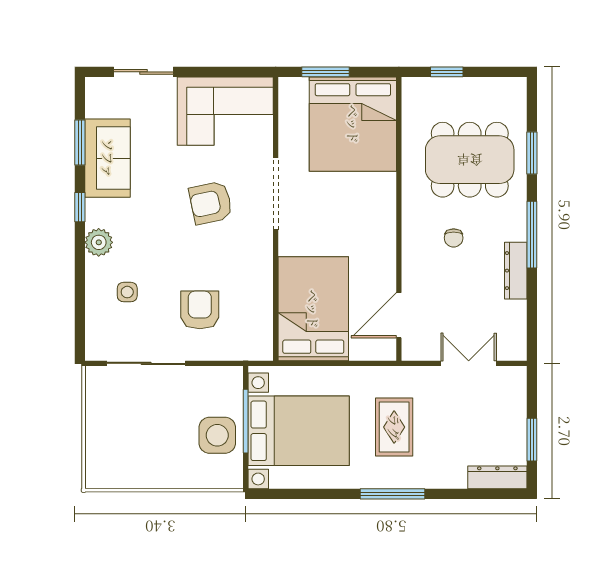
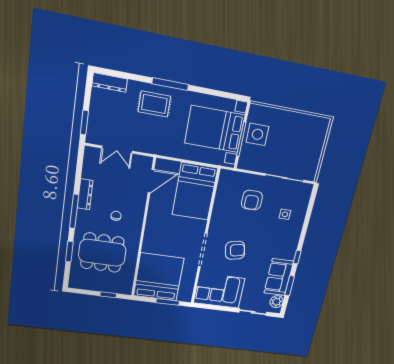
plant: (99, 242) -> (277, 302), moved
rug: (394, 427) -> (154, 104), moved, turned 90
window: (532, 440) -> (84, 123), moved

